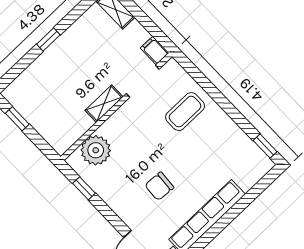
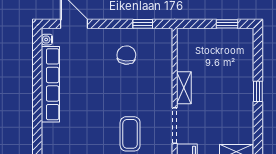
plant: (96, 150) -> (160, 54), removed
chair: (159, 186) -> (126, 55), moved

